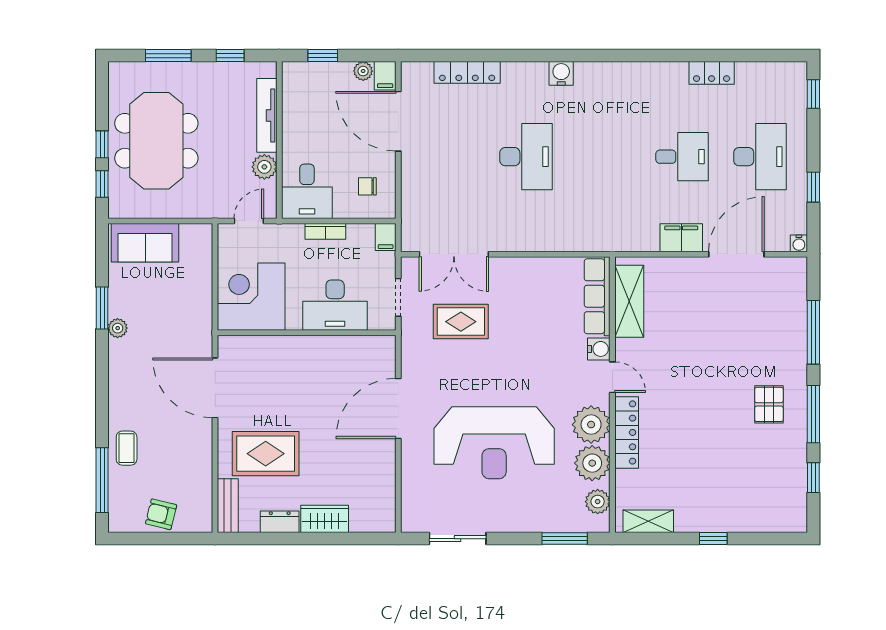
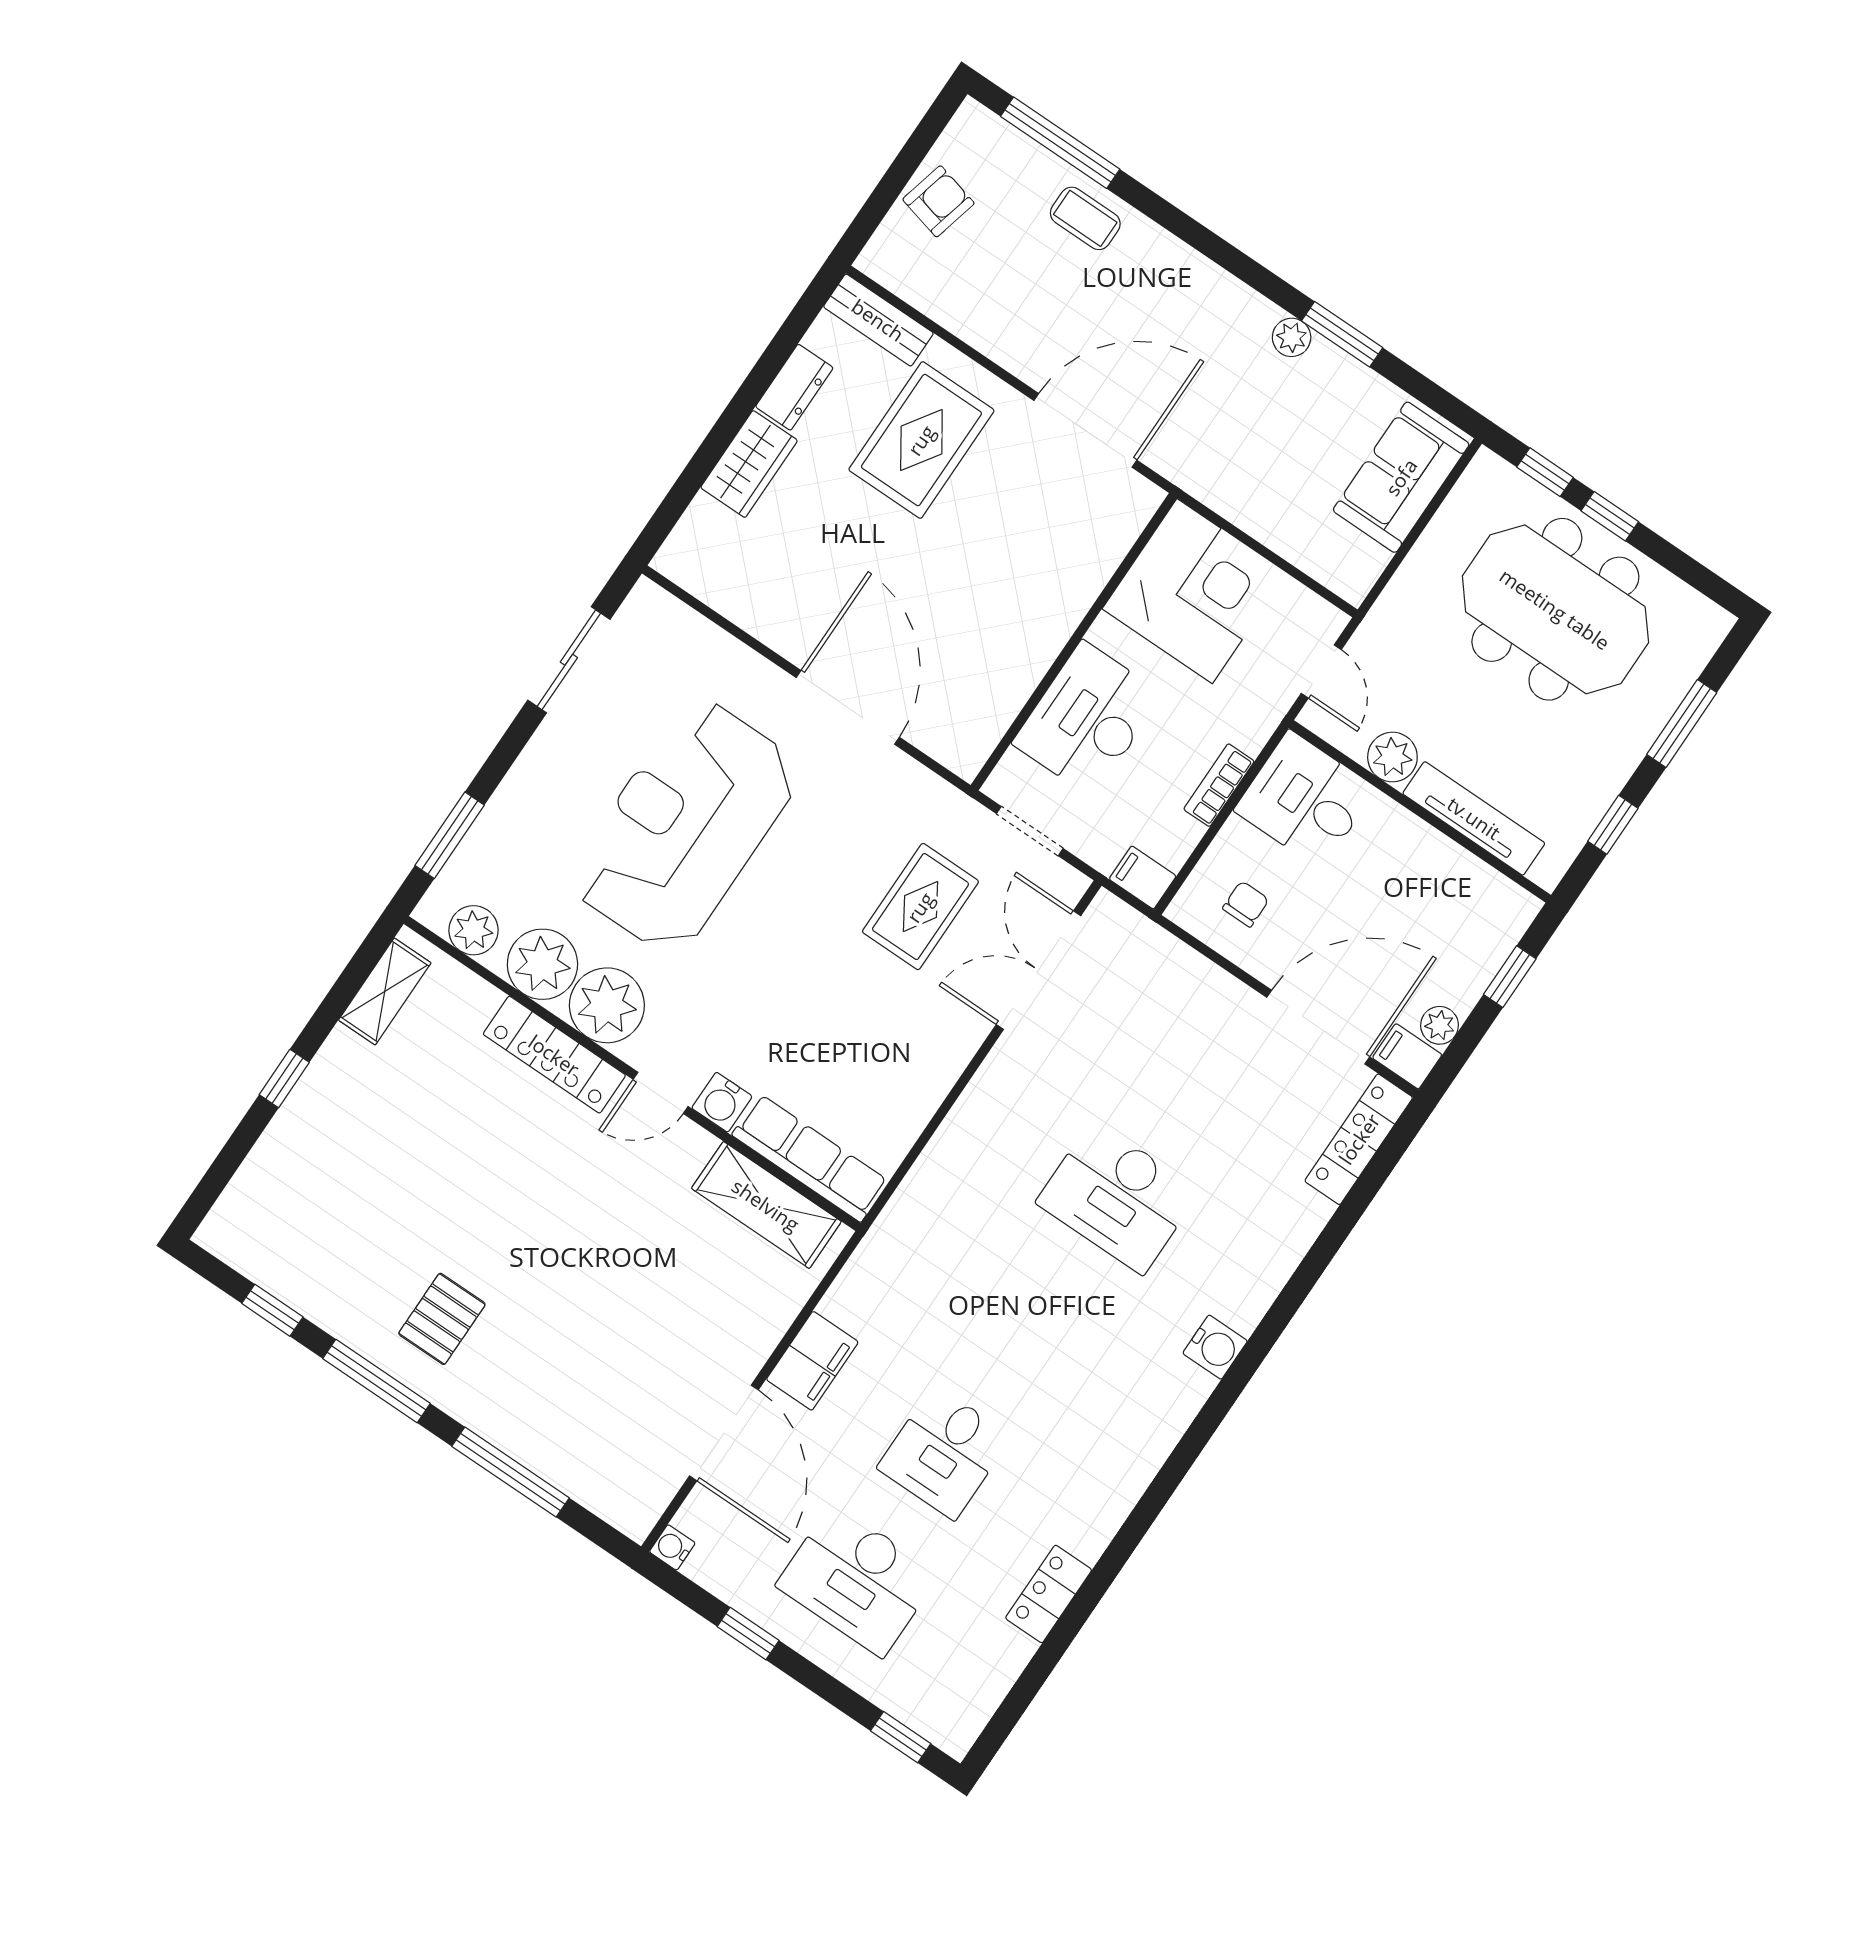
locker: (467, 72) -> (1359, 1139), moved
pallet: (769, 404) -> (442, 1319), turned 90

